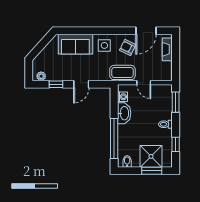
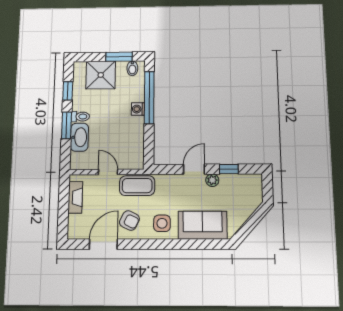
fireplace: (167, 49) -> (75, 197), moved
plant: (41, 76) -> (212, 180), moved
washing machine: (122, 97) -> (138, 109), moved
window: (176, 102) -> (66, 125), moved
washbasin: (124, 113) -> (79, 137), moved, turned 180
window: (152, 171) -> (119, 57), moved

